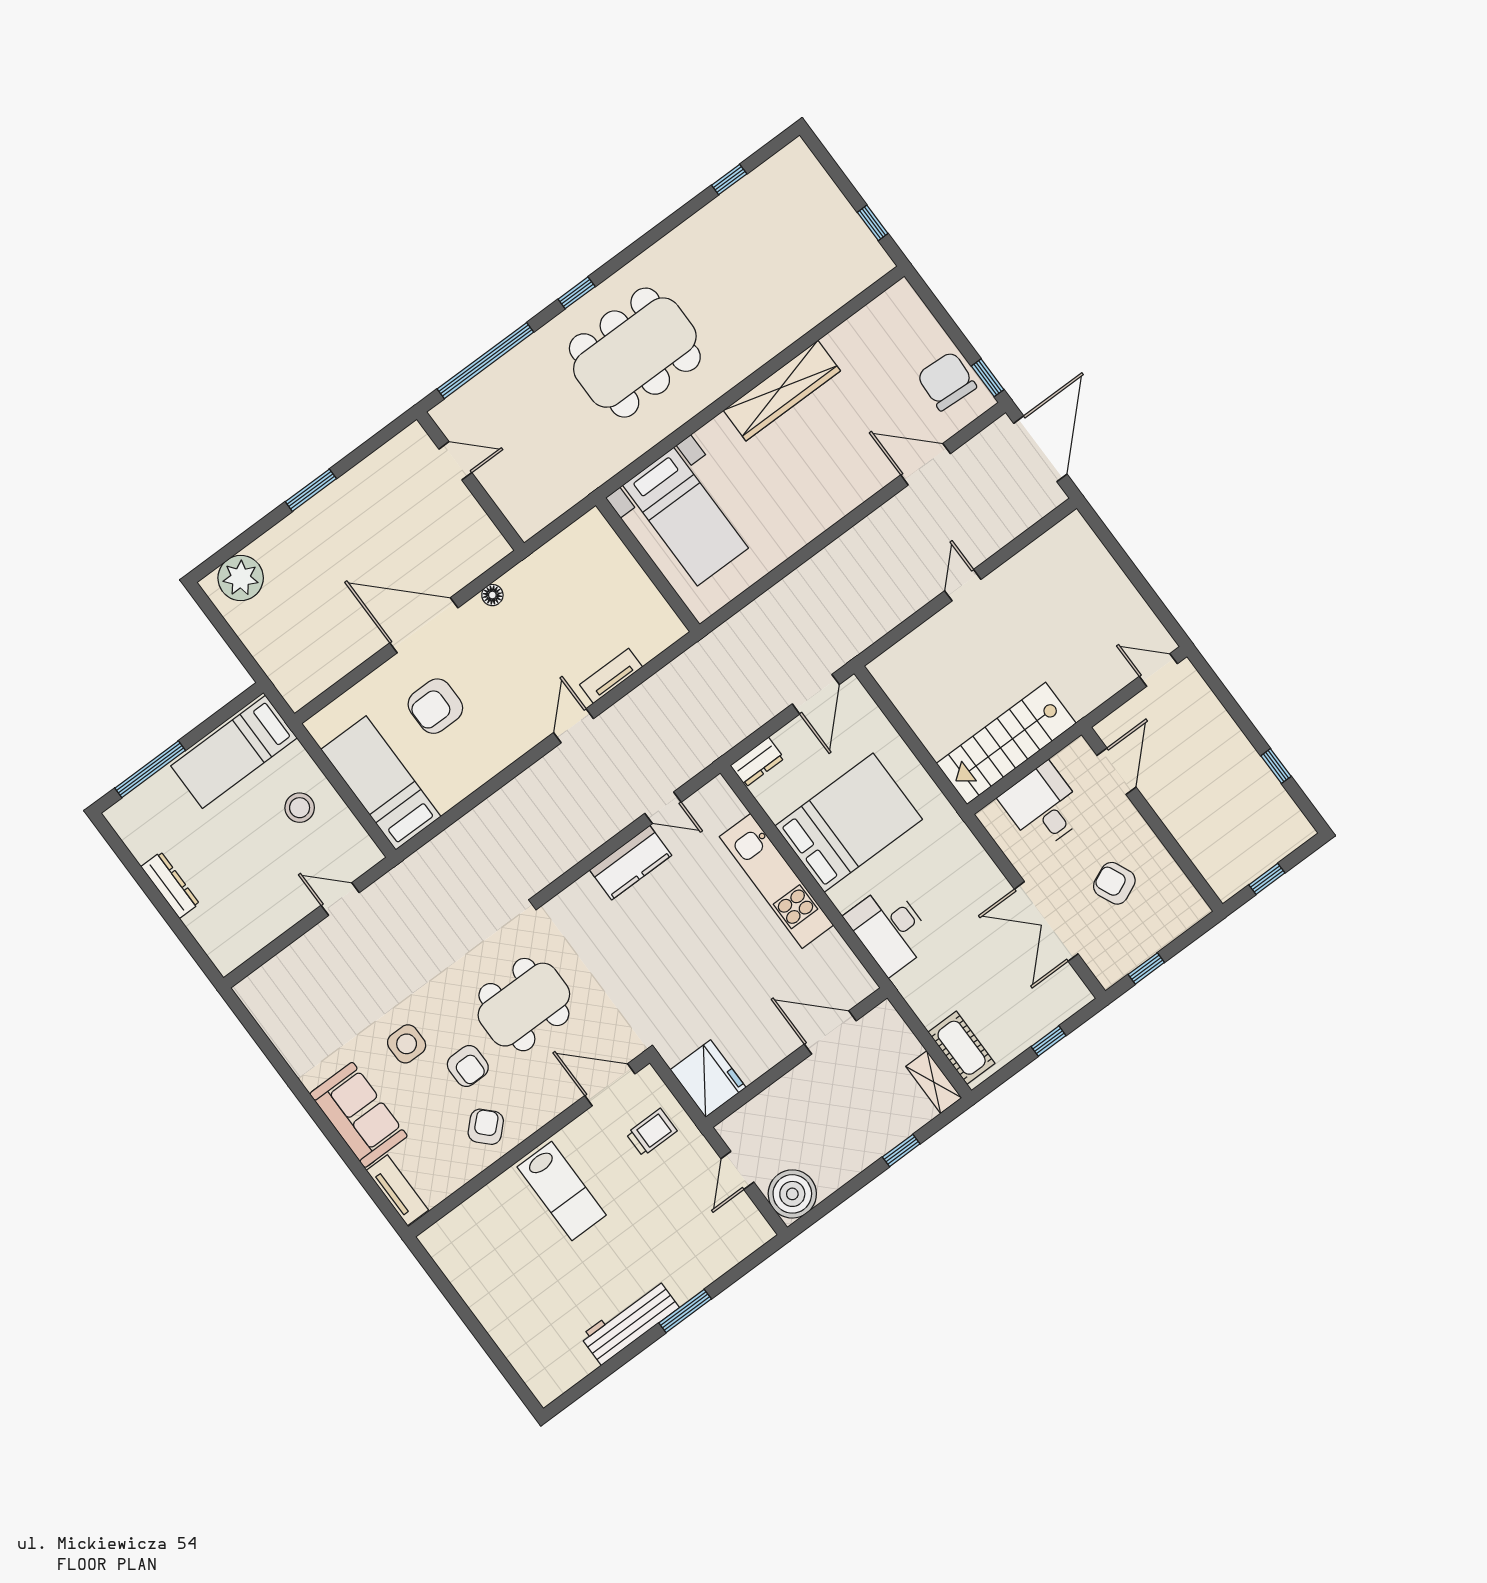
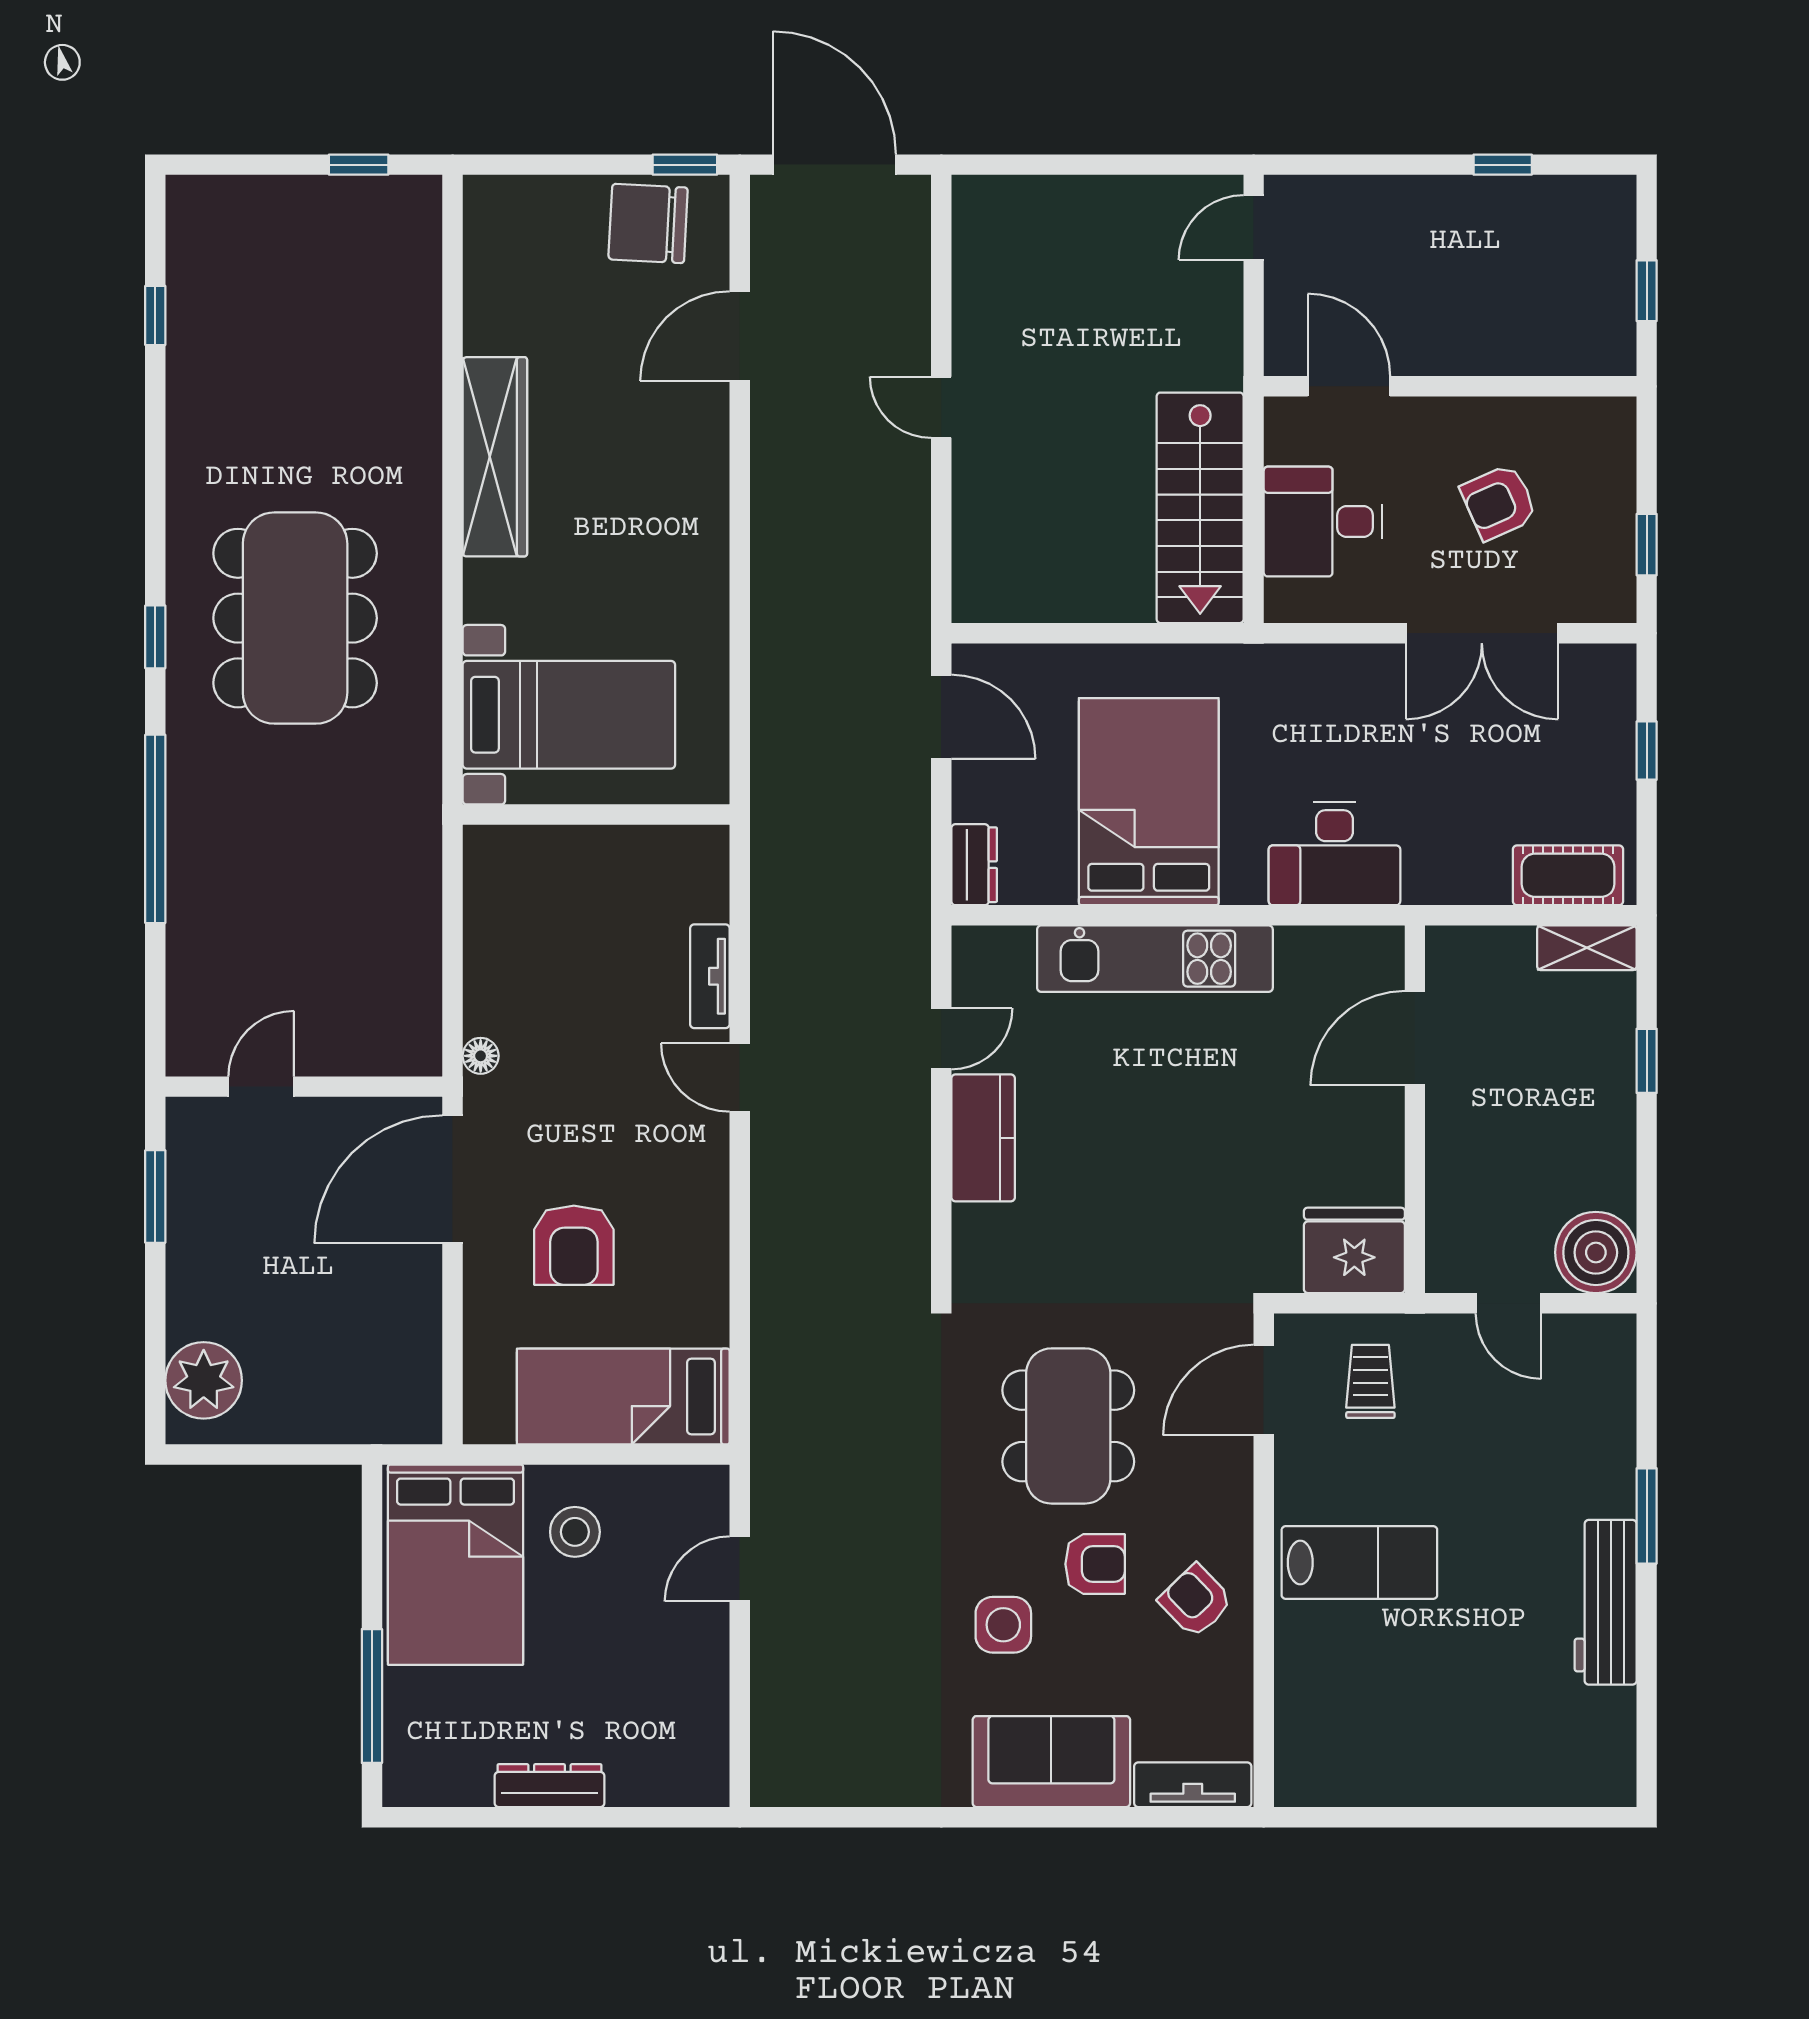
door: (455, 461) -> (261, 1087), moved
wall: (470, 481) -> (304, 1087), moved
bed: (234, 752) -> (455, 1565), width x1.50

